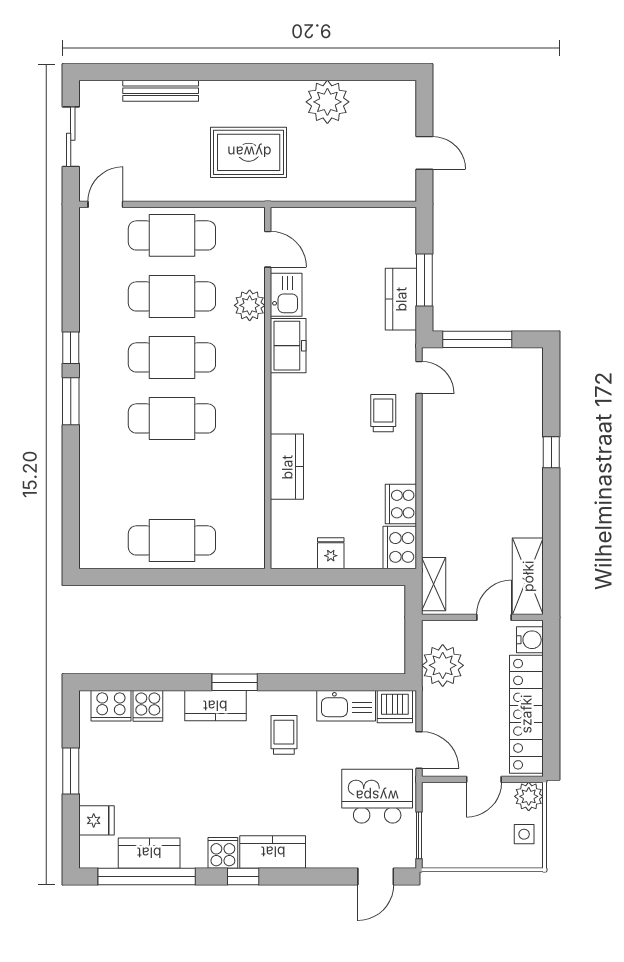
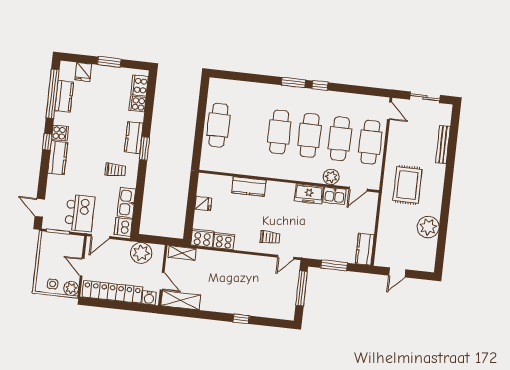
kitchen counter: (401, 299) -> (365, 249), moved, turned -90

